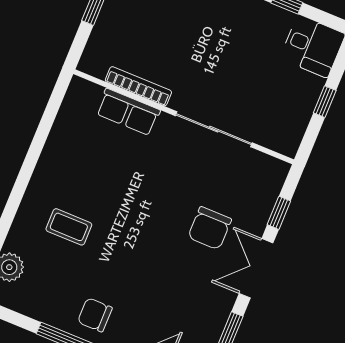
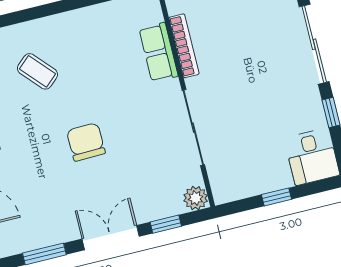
plant: (275, 171) -> (196, 198), added
coffee table: (69, 227) -> (37, 71), turned -42
chair: (210, 228) -> (86, 142), moved, turned 89

